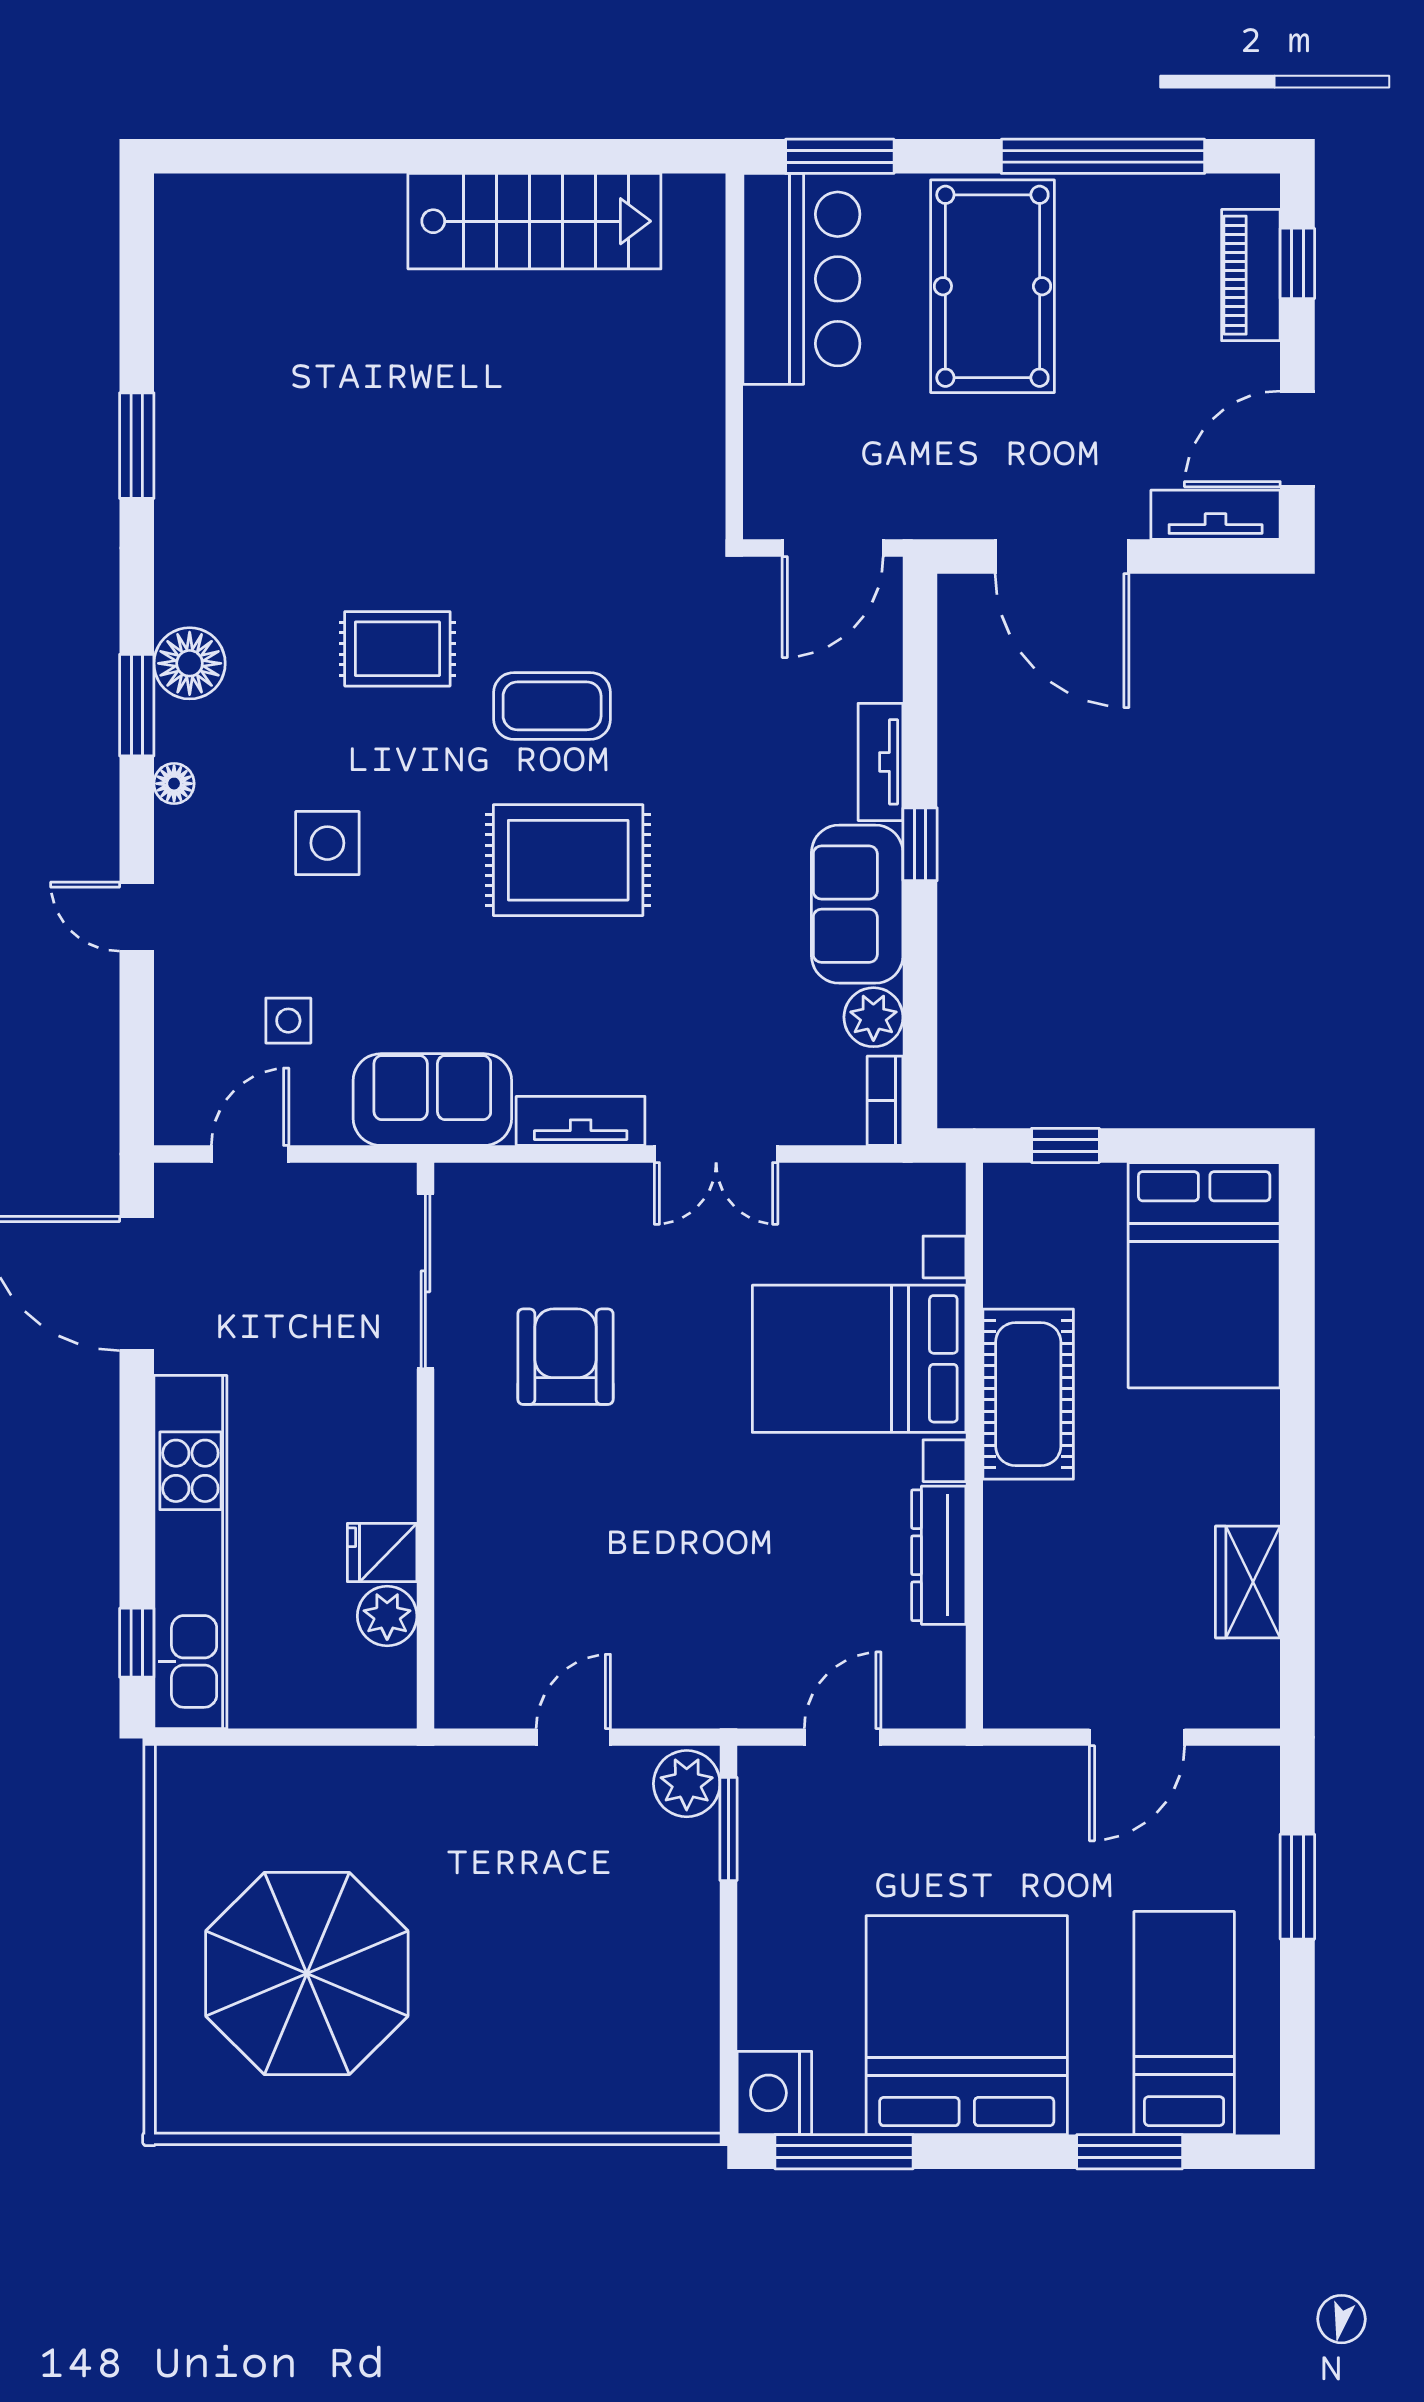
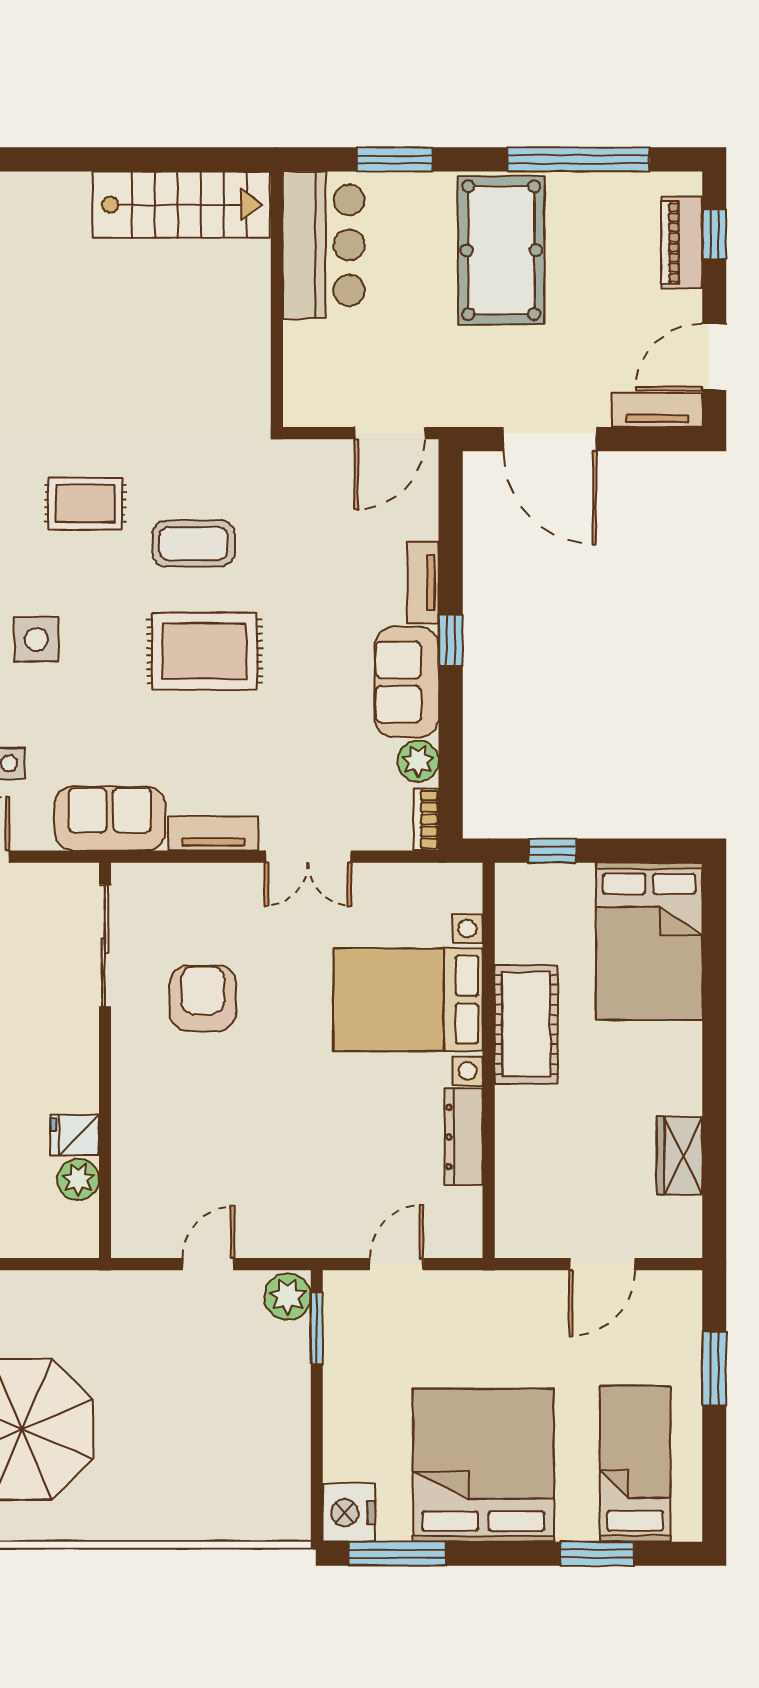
bar counter: (801, 279) -> (324, 245), moved
wall: (734, 356) -> (277, 299), moved

